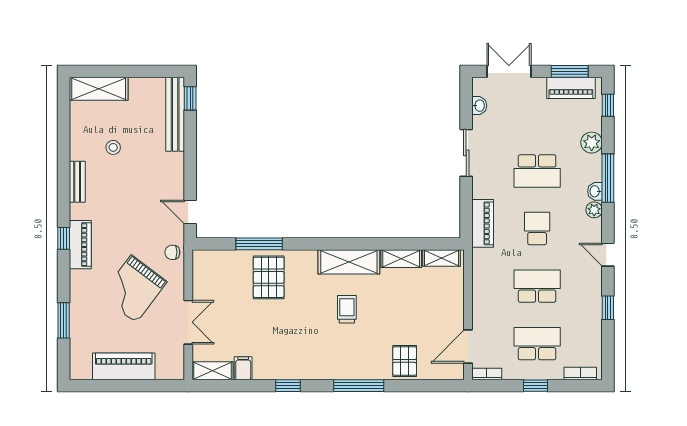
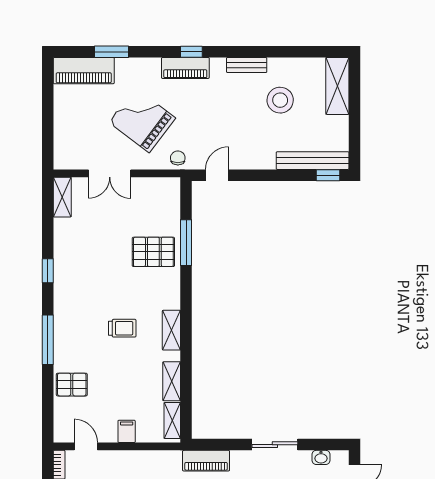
stool: (113, 147) -> (280, 100), width x1.89, depth x1.89
shelving: (349, 262) -> (171, 330), width x0.67, depth x0.75
door: (468, 347) -> (86, 446), width x0.73
piano: (124, 366) -> (84, 71), moved, turned 90
filing cabinet: (243, 368) -> (127, 431), moved, turned -90

